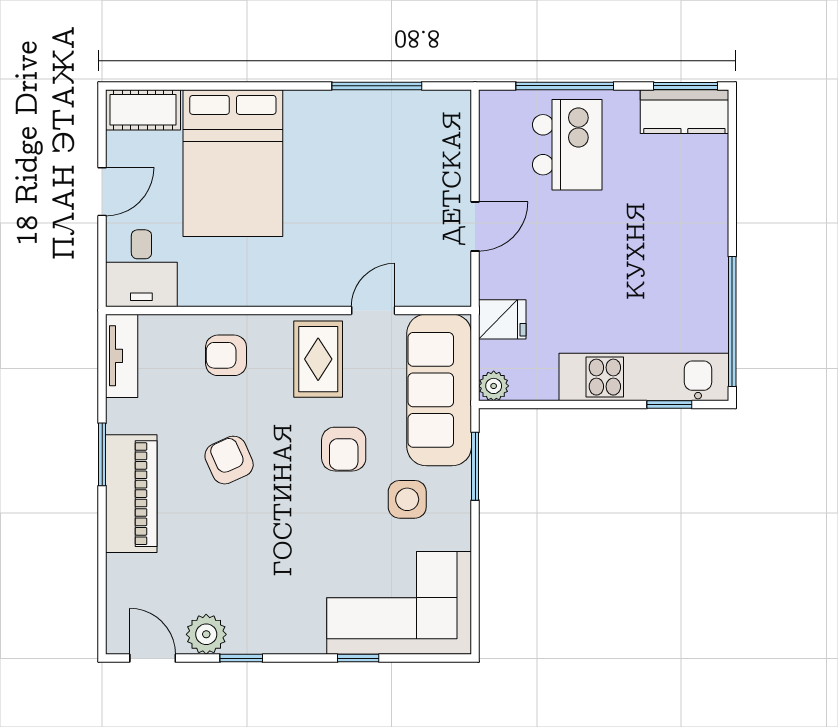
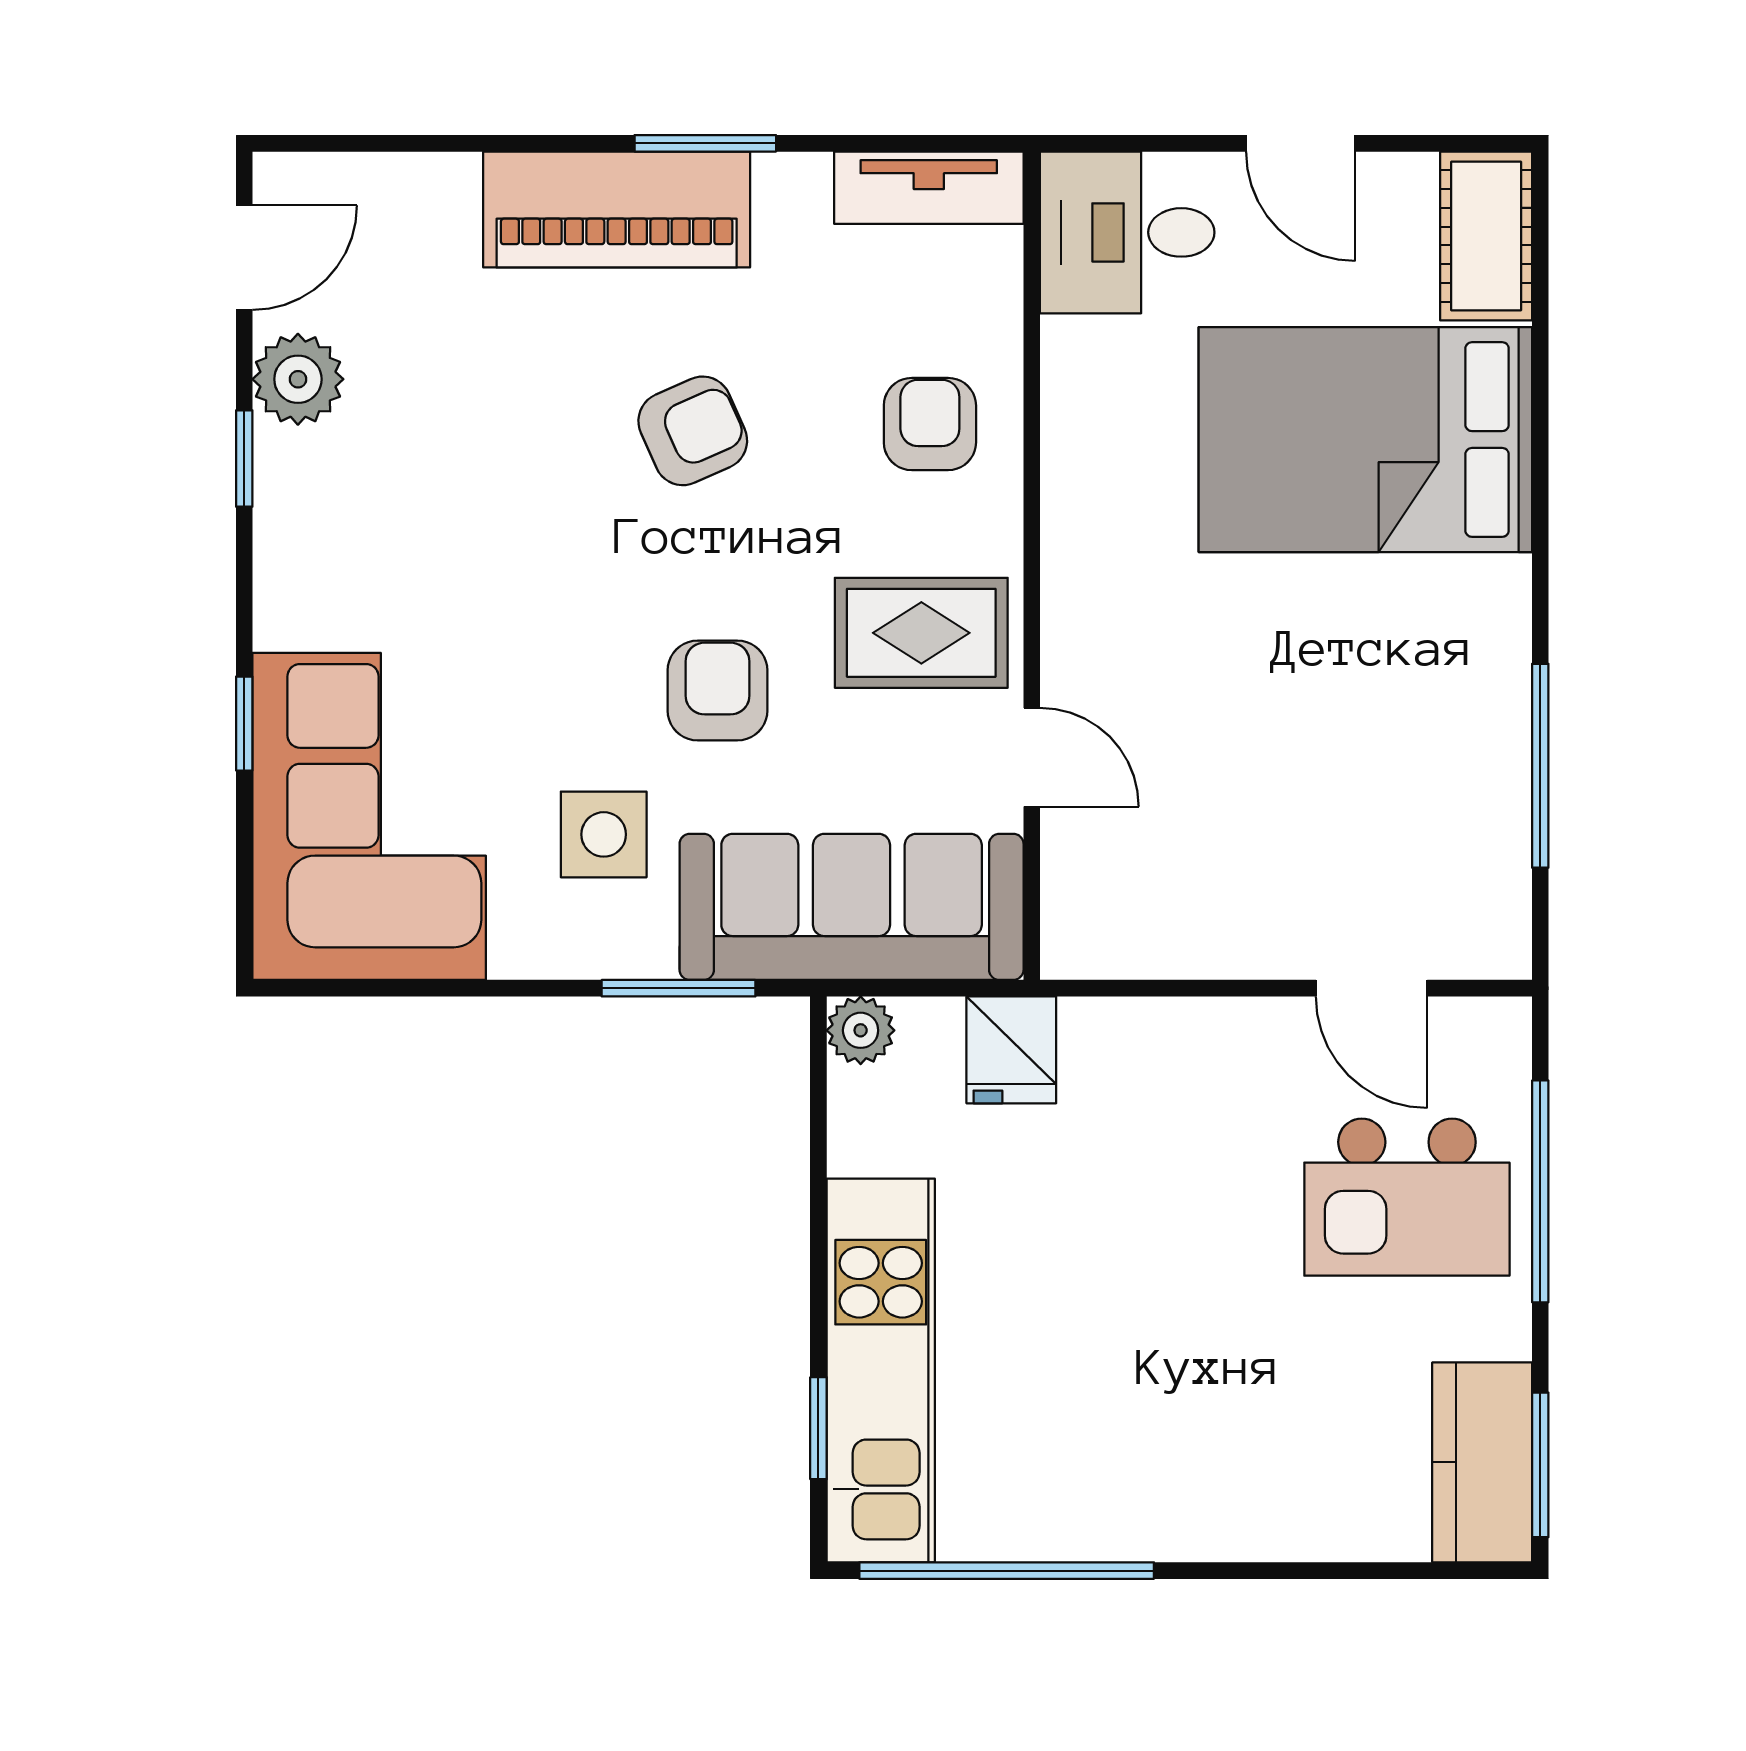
door: (475, 226) -> (1372, 988), moved
armchair: (344, 449) -> (718, 691), turned 90

